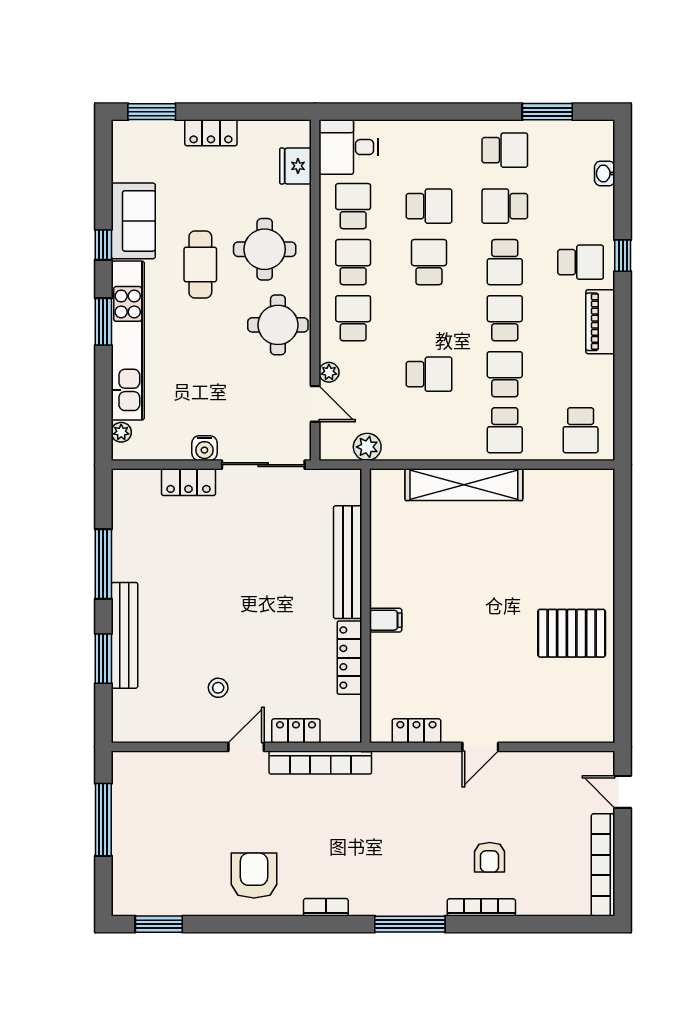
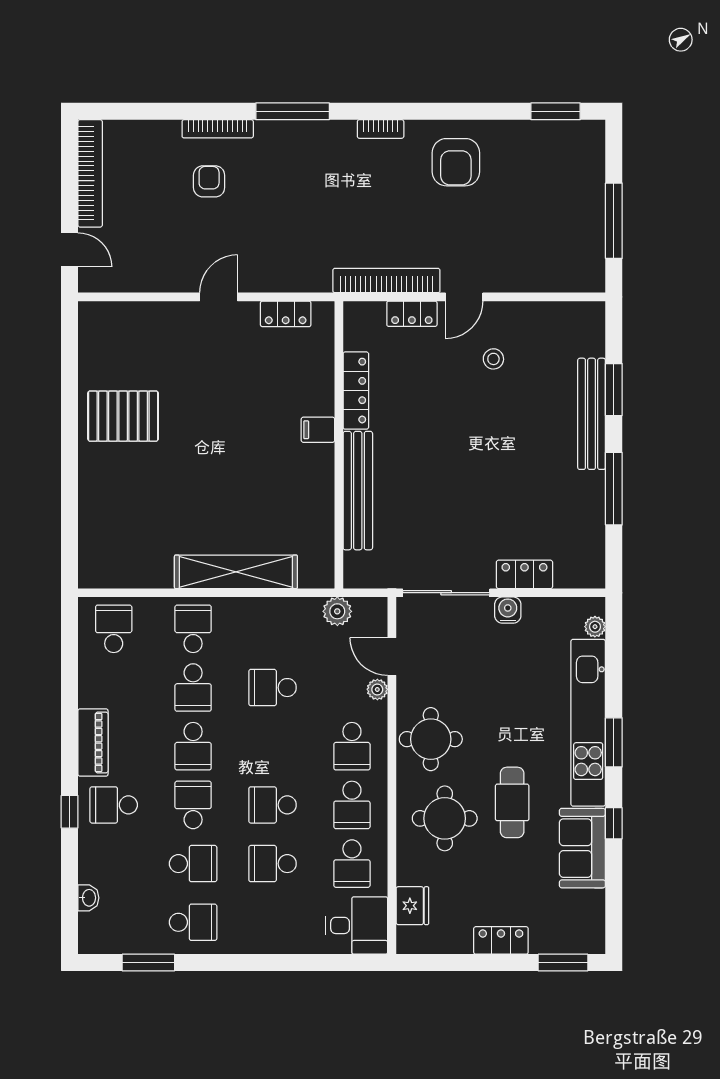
school desk: (505, 150) -> (193, 922), turned 180
school desk: (429, 262) -> (273, 805), turned 90

